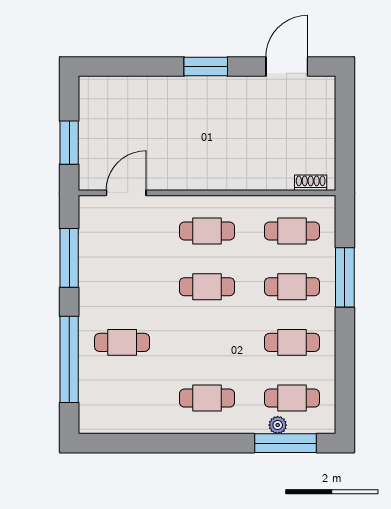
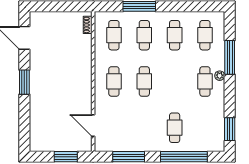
plant: (278, 425) -> (220, 76), moved
window: (120, 443) -> (230, 129), added
window: (285, 443) -> (230, 57), moved

